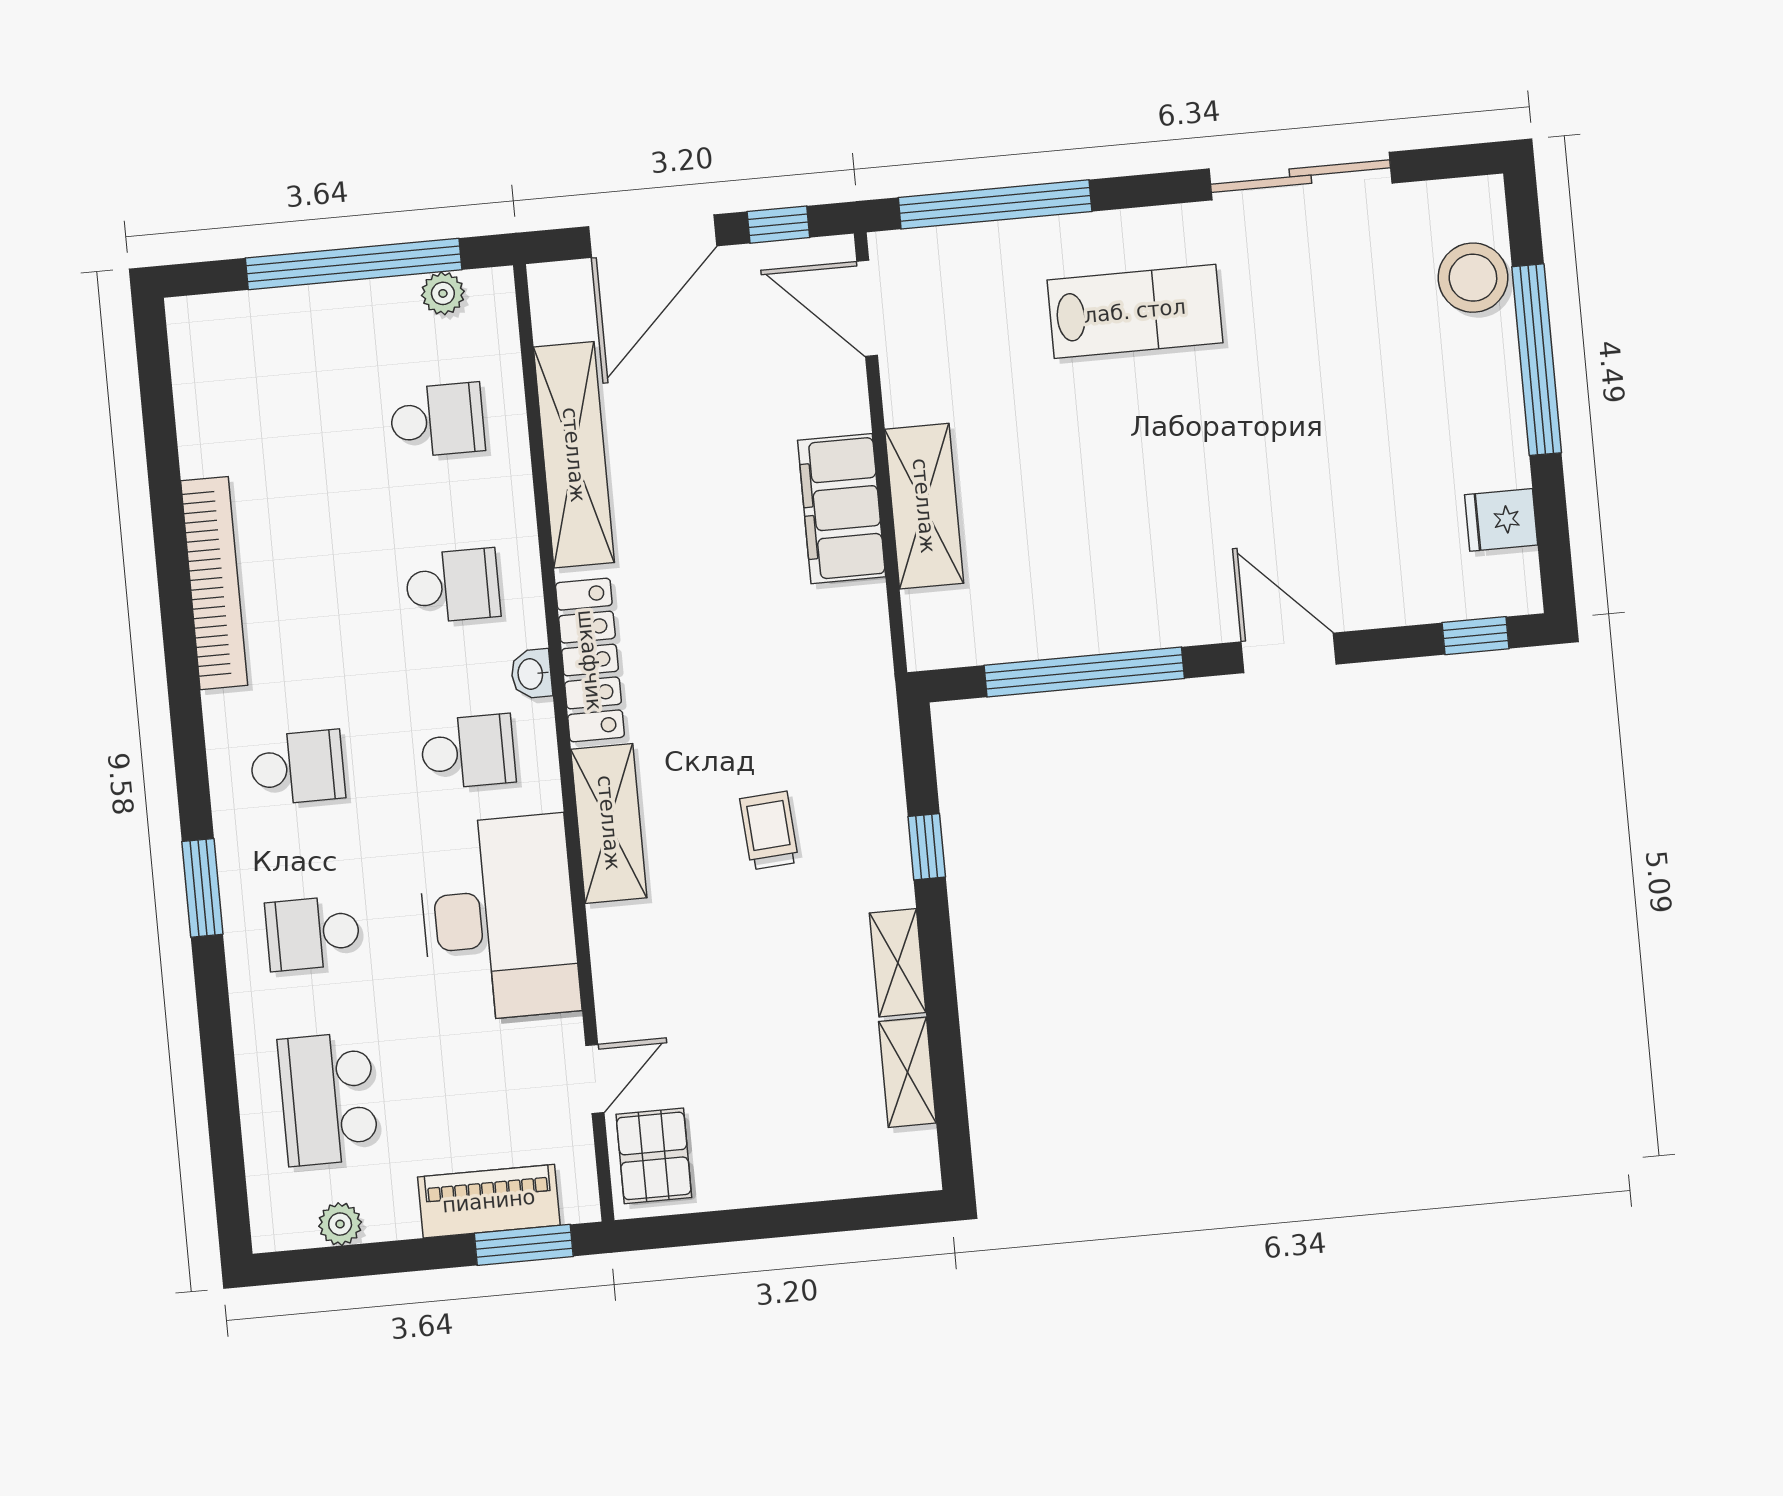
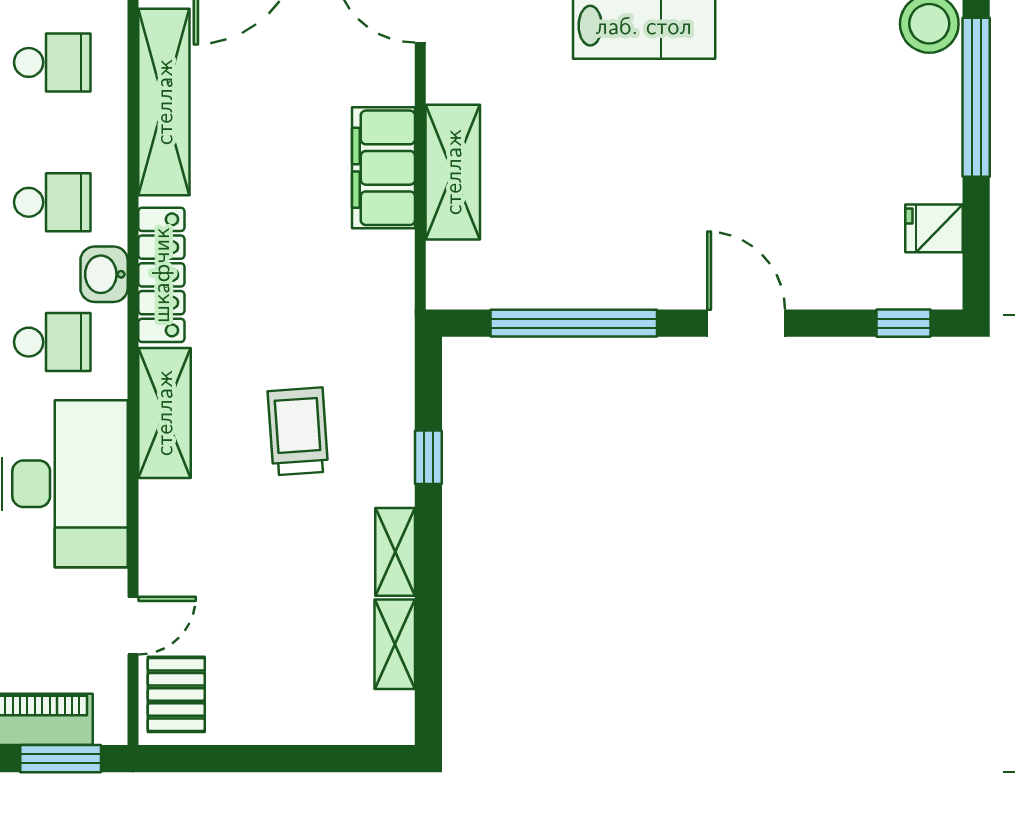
washbasin: (531, 674) -> (104, 274), width x1.38, depth x1.45
trolley: (769, 831) -> (298, 431), width x1.36, depth x1.39

